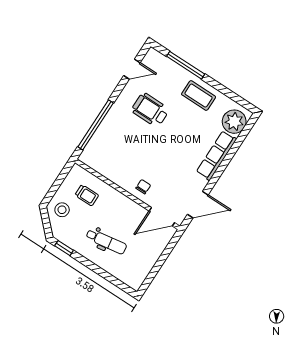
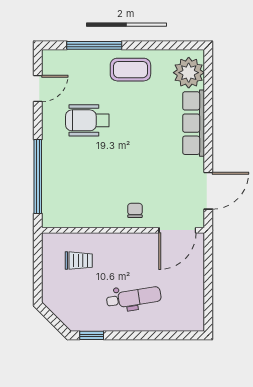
stool: (62, 210) -> (62, 294), removed

